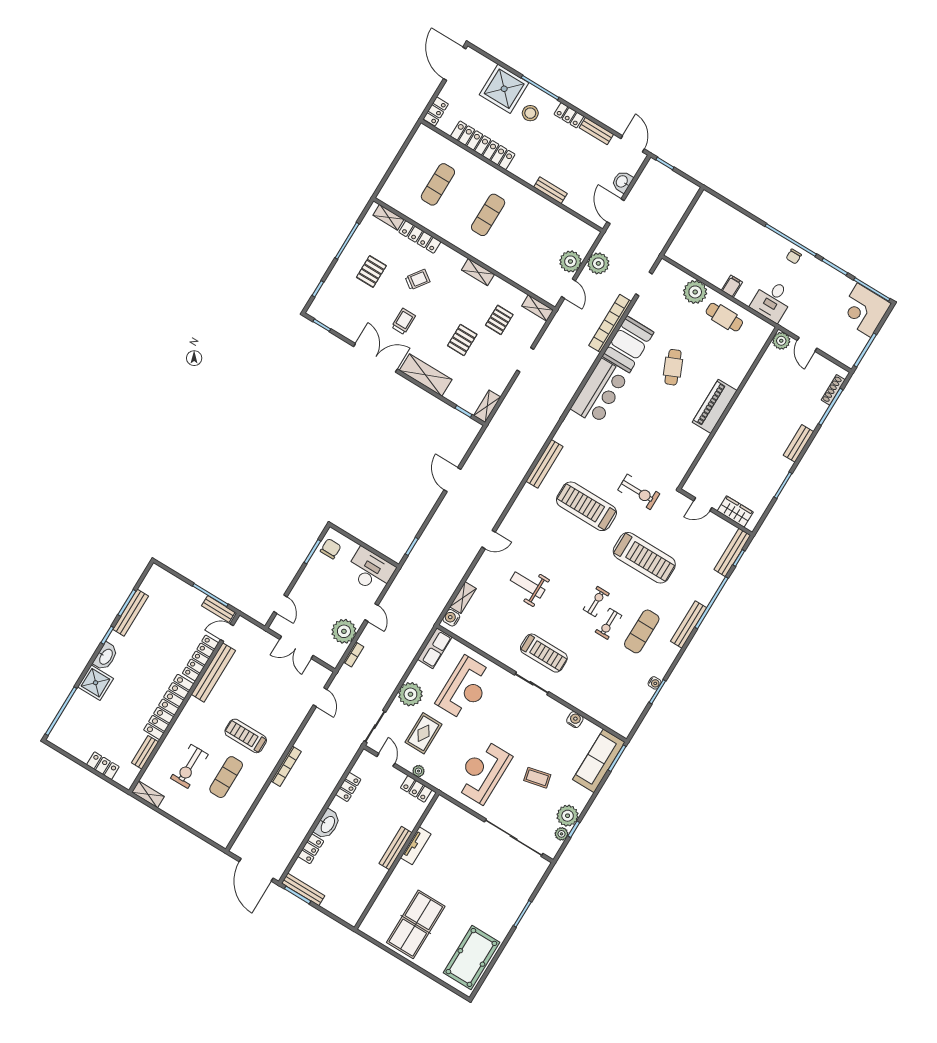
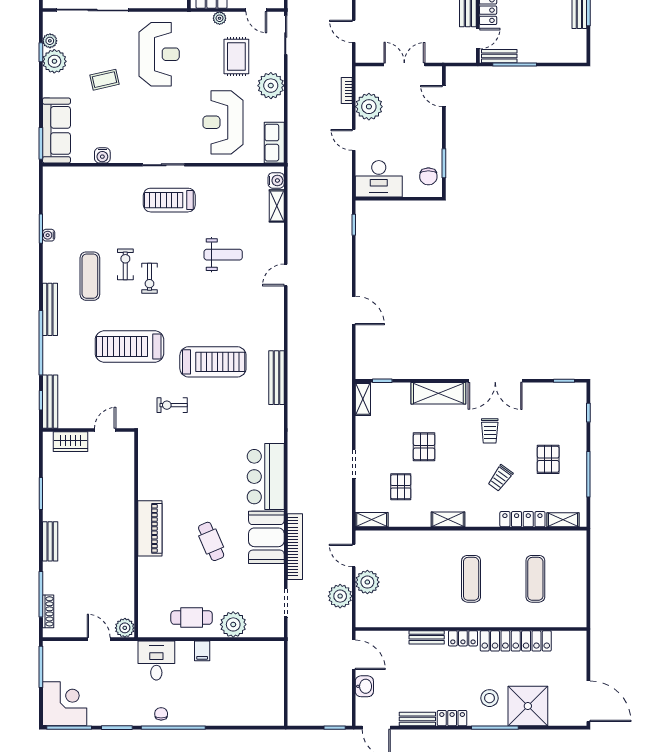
locker: (436, 111) -> (463, 638), moved, turned -90
exercise bike: (639, 492) -> (172, 405), width x0.73, depth x0.72

